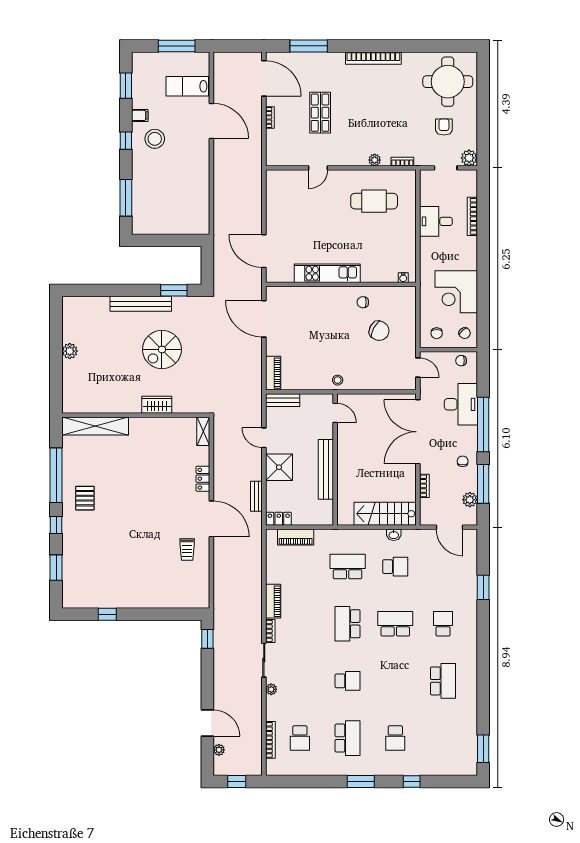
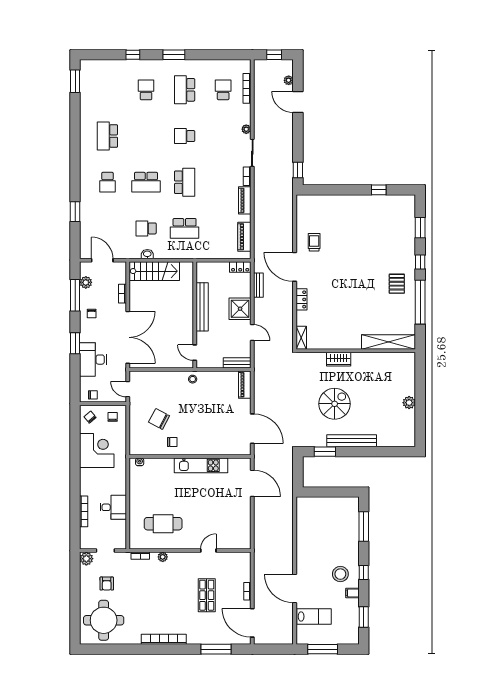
window: (483, 425) -> (75, 343), width x0.47
piano: (296, 537) -> (244, 237), moved, turned -90

